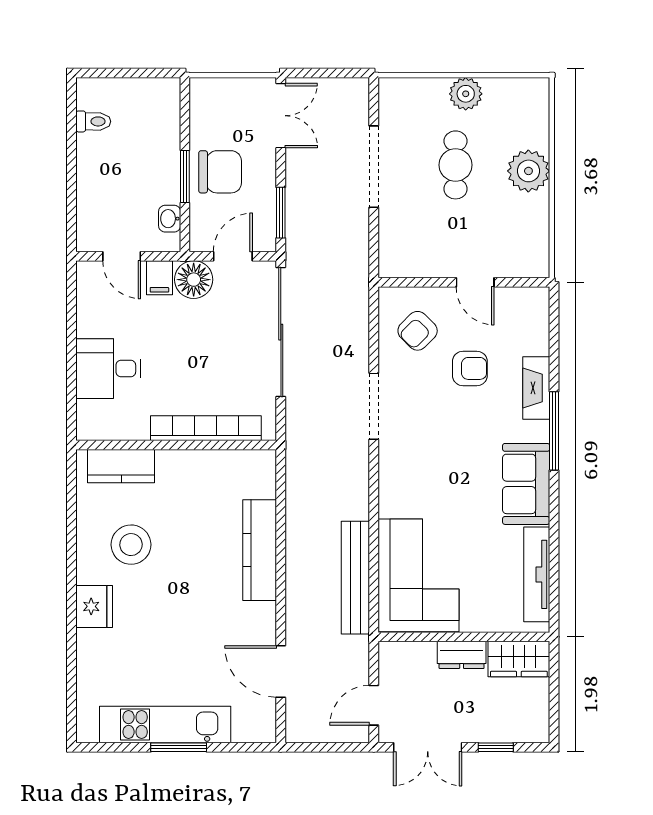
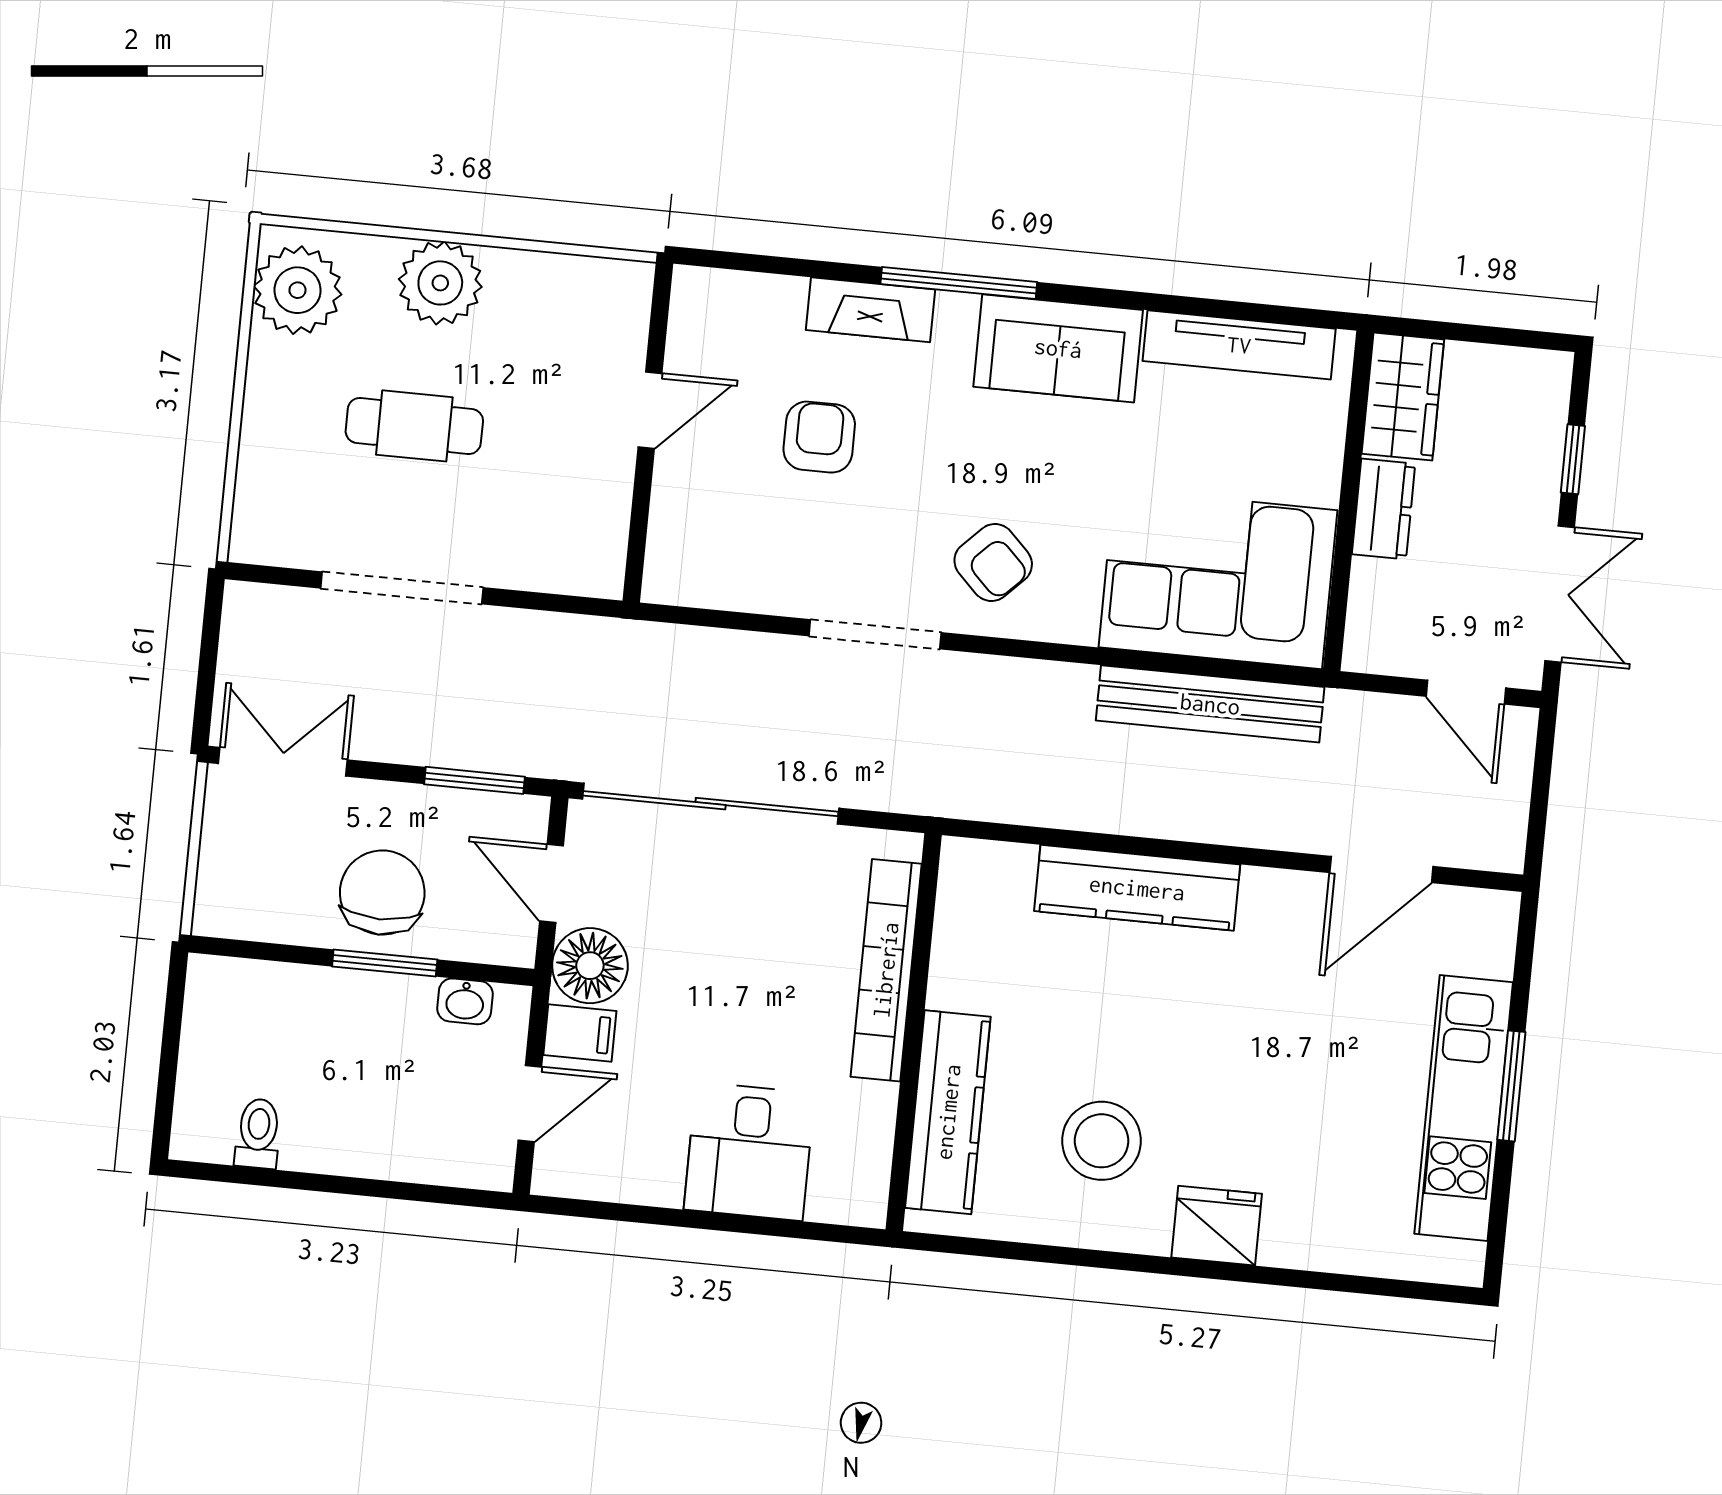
plant: (466, 94) -> (298, 290), moved, width x1.36, depth x1.36
armchair: (418, 331) -> (993, 563), moved
kitchen counter: (121, 466) -> (948, 1112), width x1.50

